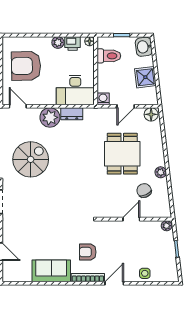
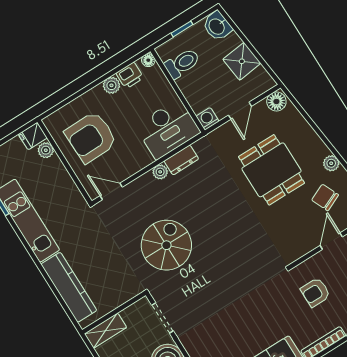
plant: (50, 117) -> (160, 172), width x0.53, depth x0.53
armchair: (88, 252) -> (315, 292), moved

